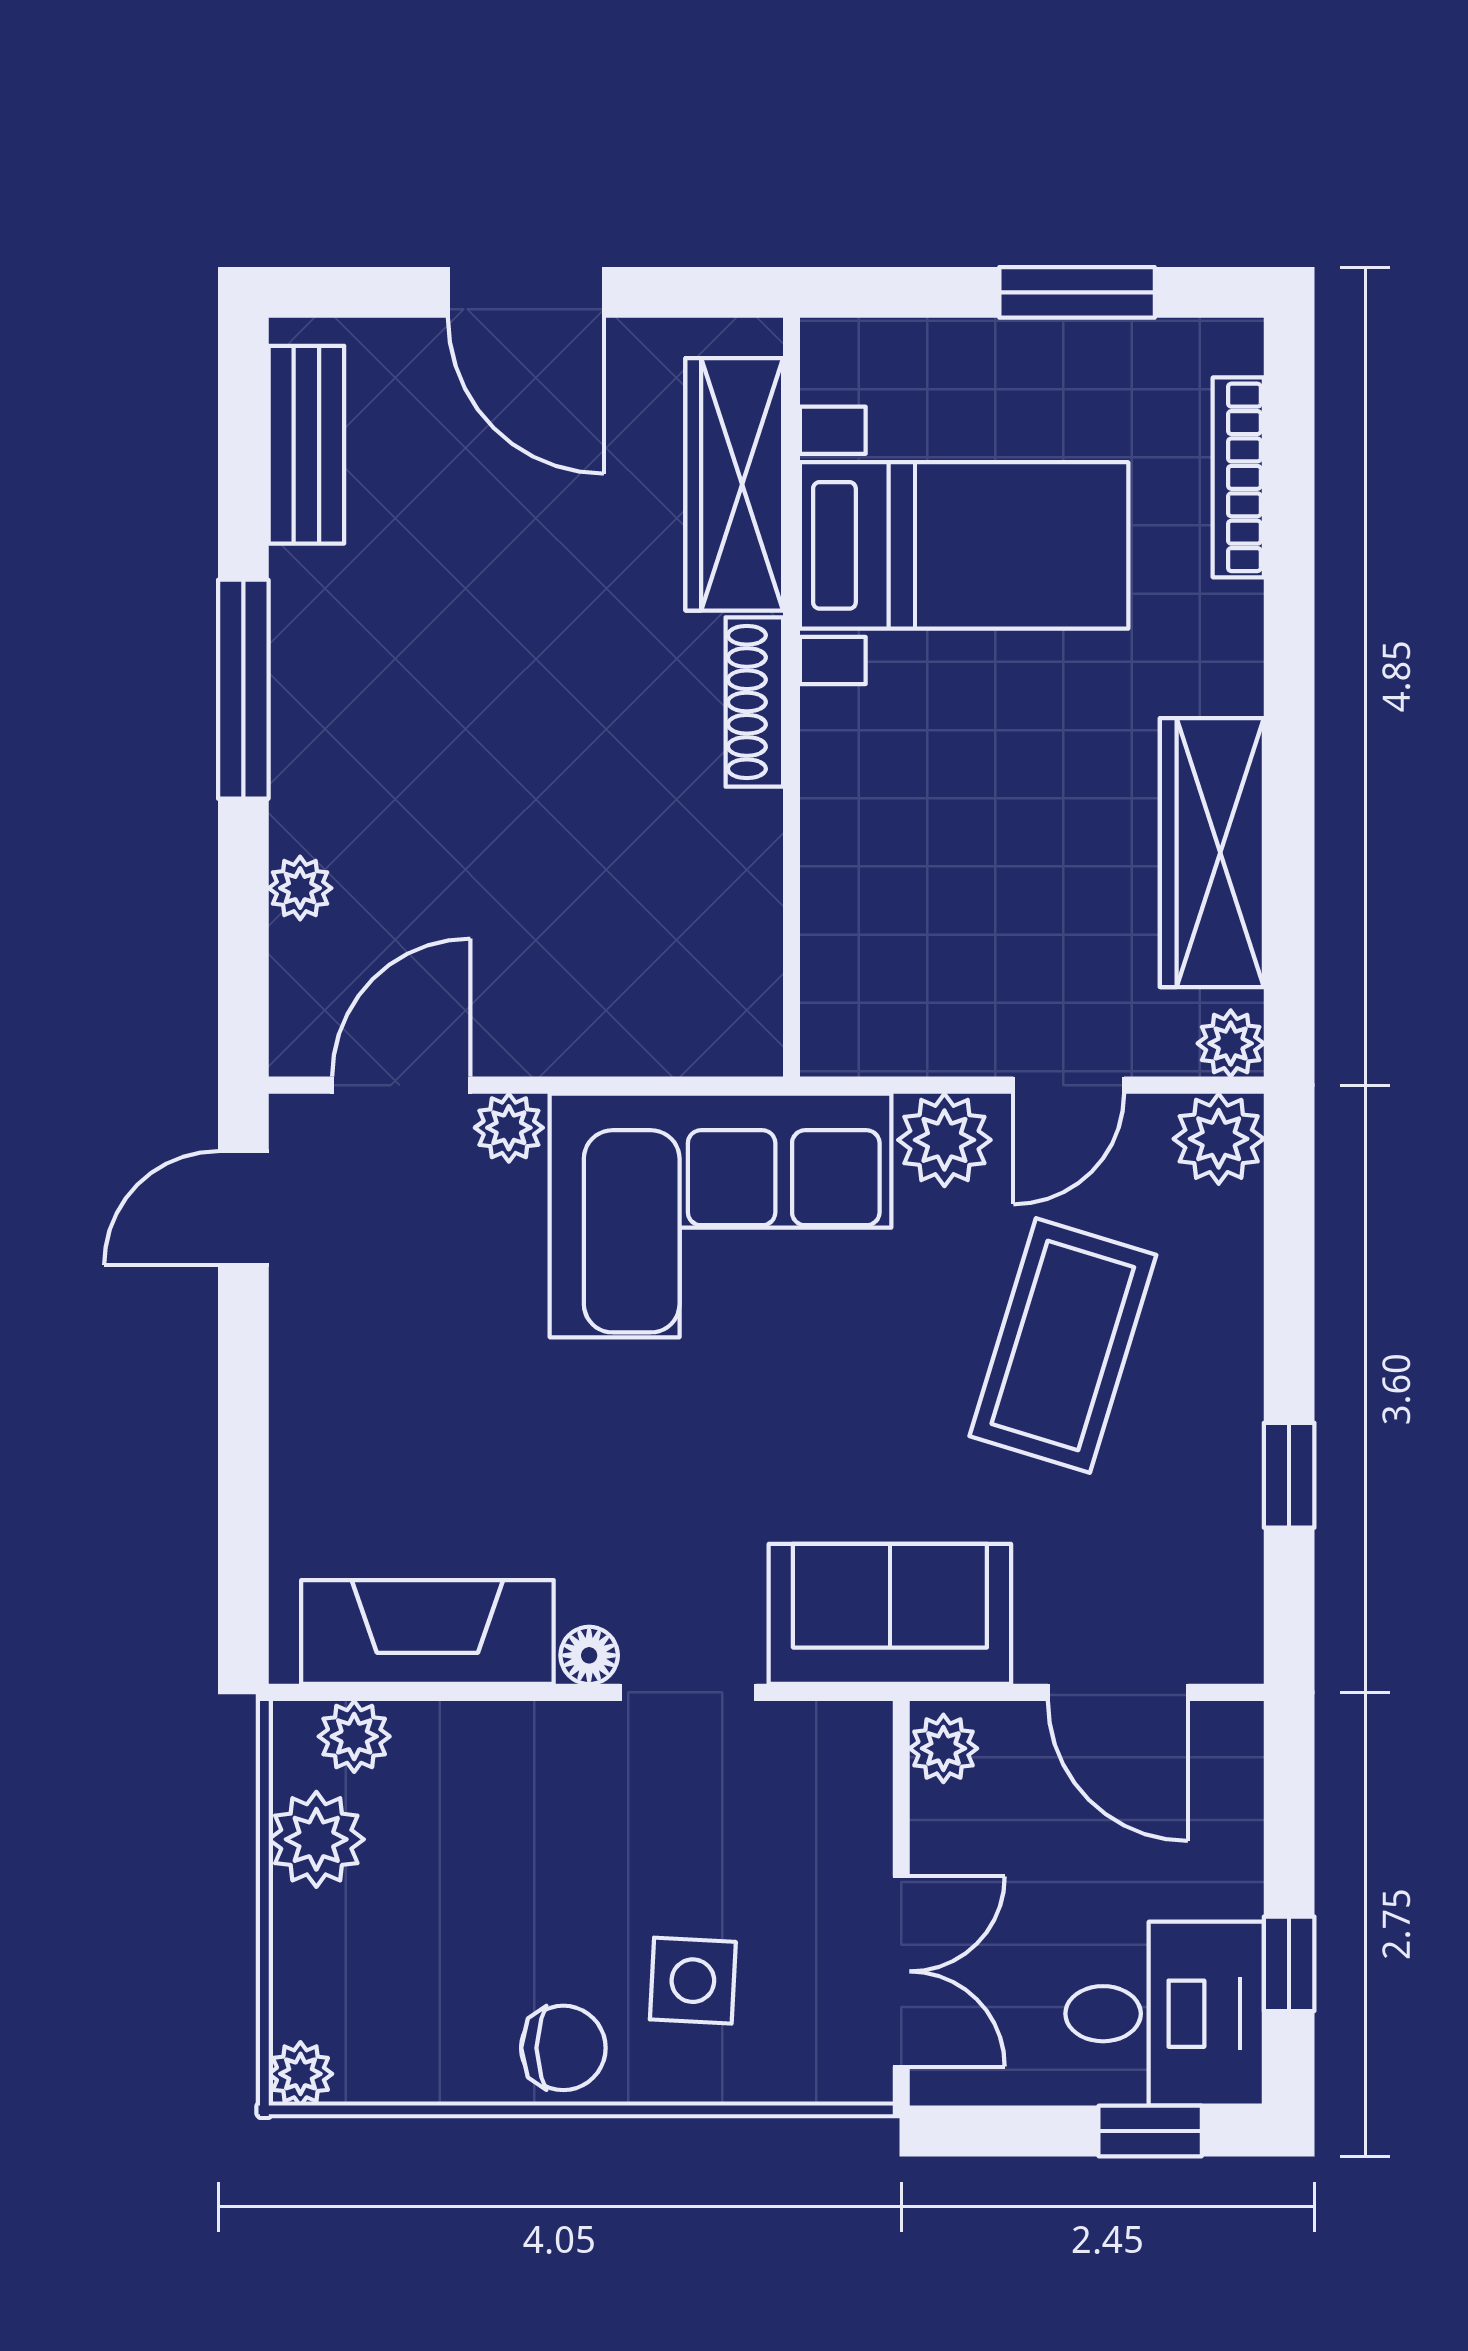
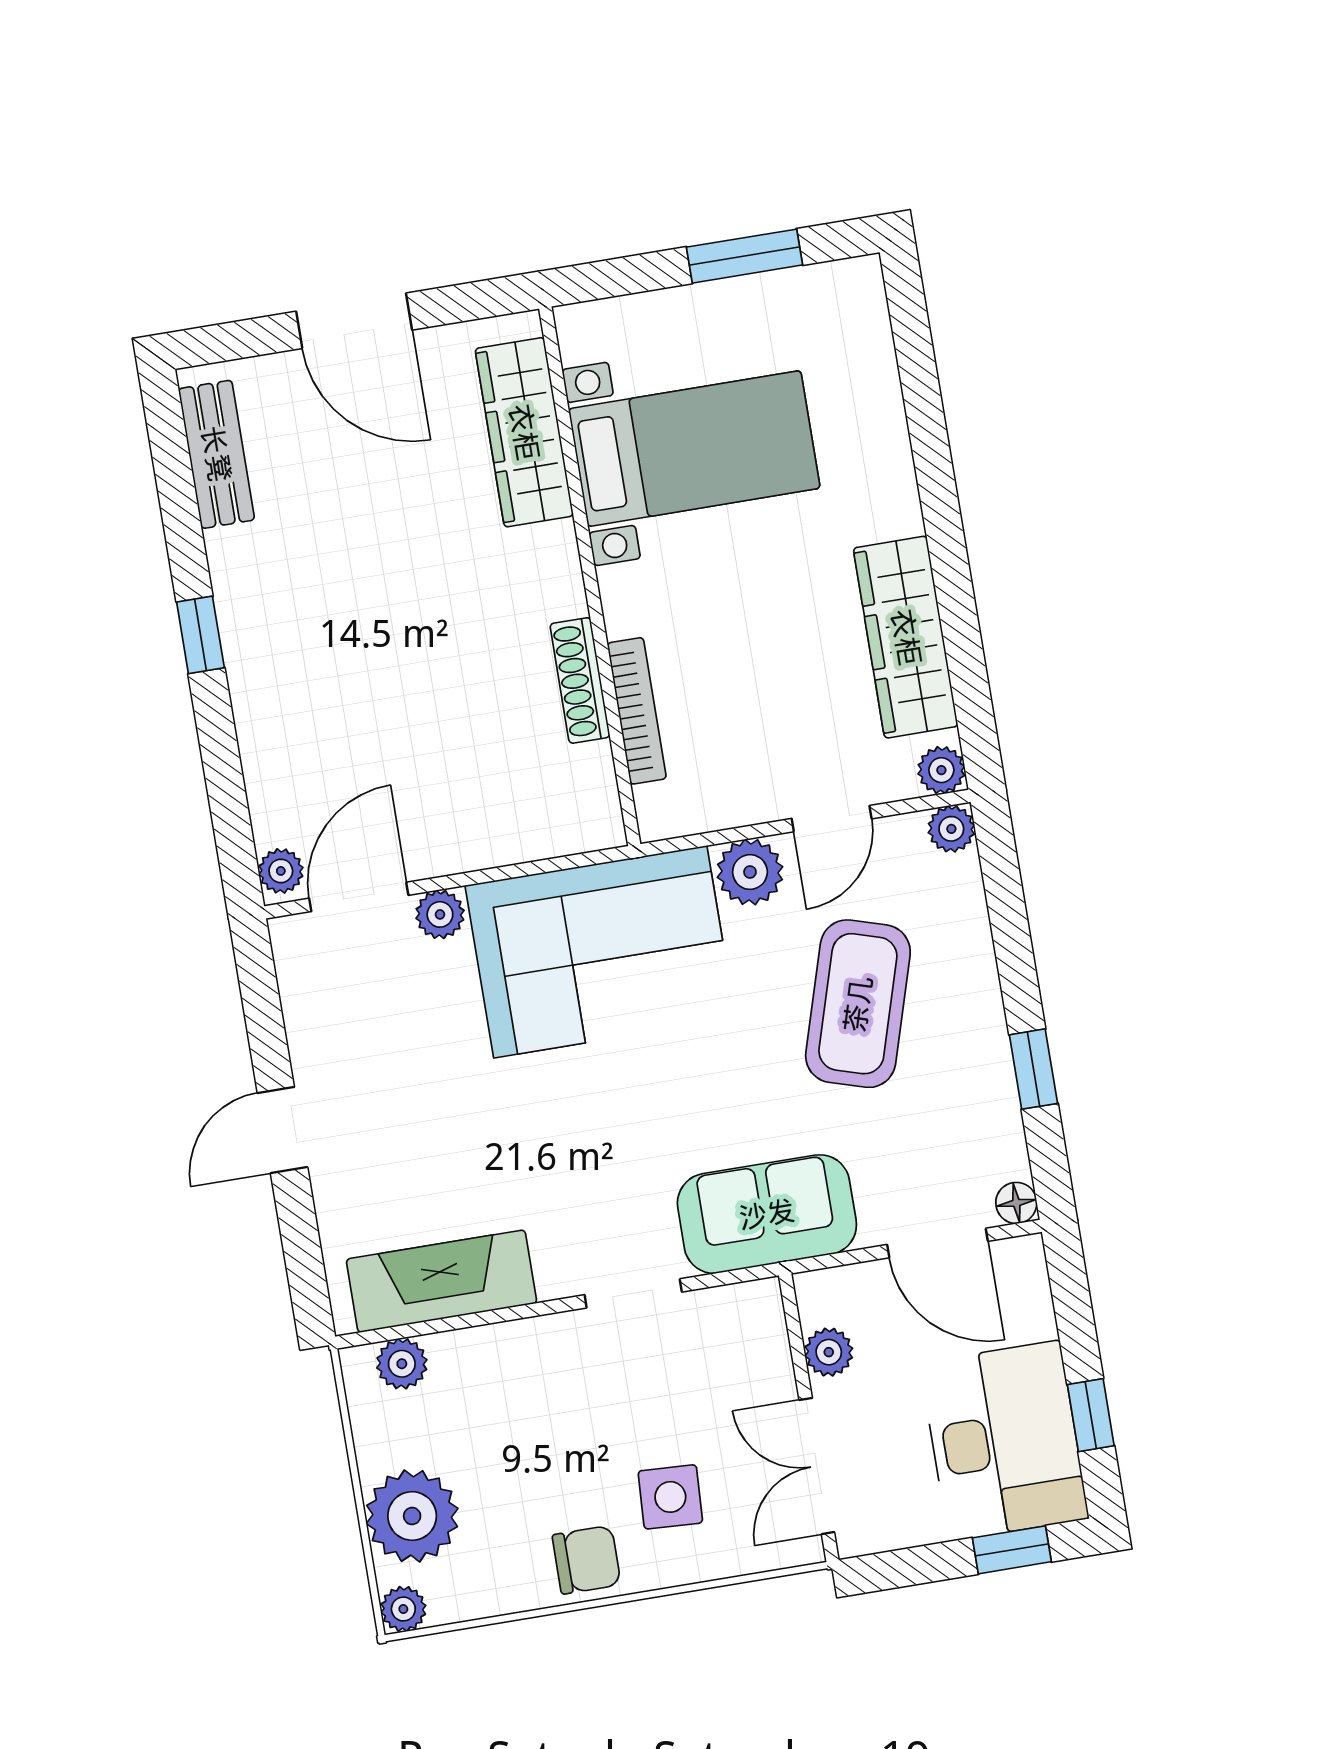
bookcase: (1238, 477) -> (637, 711), moved, turned 180
window: (243, 689) -> (200, 635), width x0.46
shoe rack: (754, 702) -> (580, 680), moved
plant: (300, 888) -> (281, 871), moved
plant: (1219, 1139) -> (951, 829), width x0.73, depth x0.73
door: (243, 1208) -> (282, 1130), moved
floor lamp: (589, 1655) -> (1016, 1203), moved
plant: (943, 1748) -> (829, 1352), moved
plant: (316, 1839) -> (412, 1516), moved, width x1.36, depth x1.36
double door: (901, 1971) -> (817, 1466), swing flipped
desk: (1165, 2014) -> (1004, 1441), width x1.37

